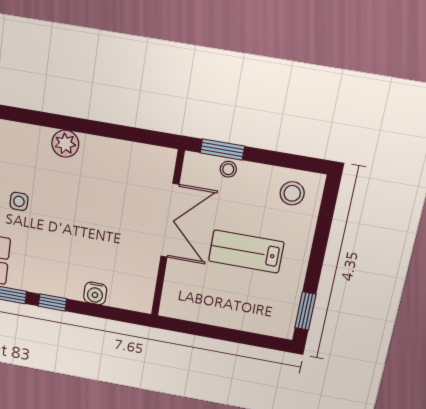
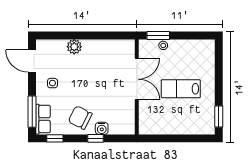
stool: (292, 193) -> (199, 52), removed
chair: (60, 269) -> (80, 118), added
window: (52, 302) -> (96, 138), moved

